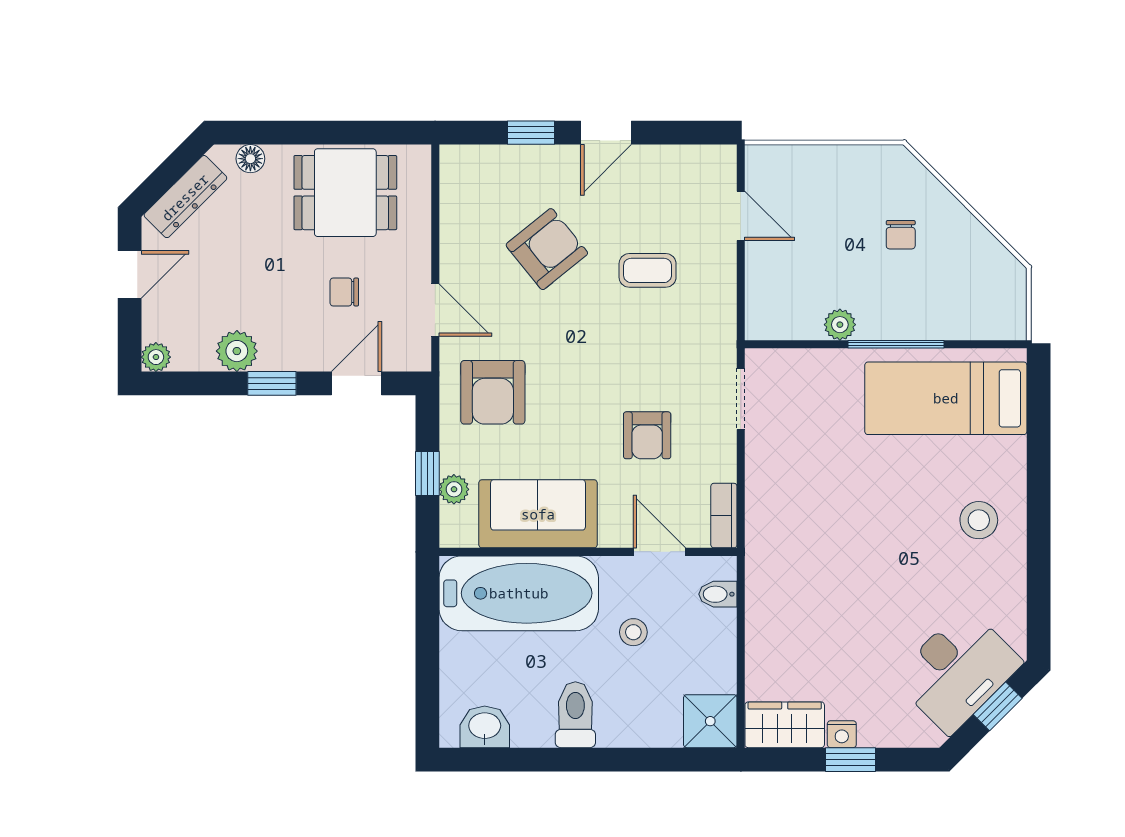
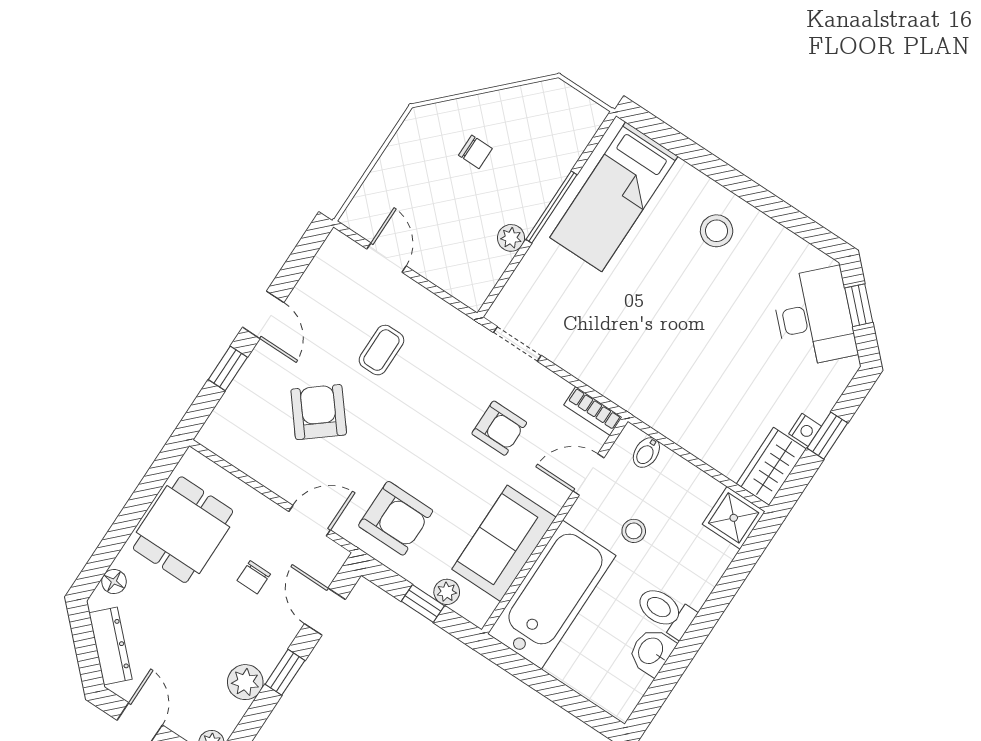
door: (741, 216) -> (386, 258), hinge flipped
washbasin: (485, 727) -> (652, 651), moved

